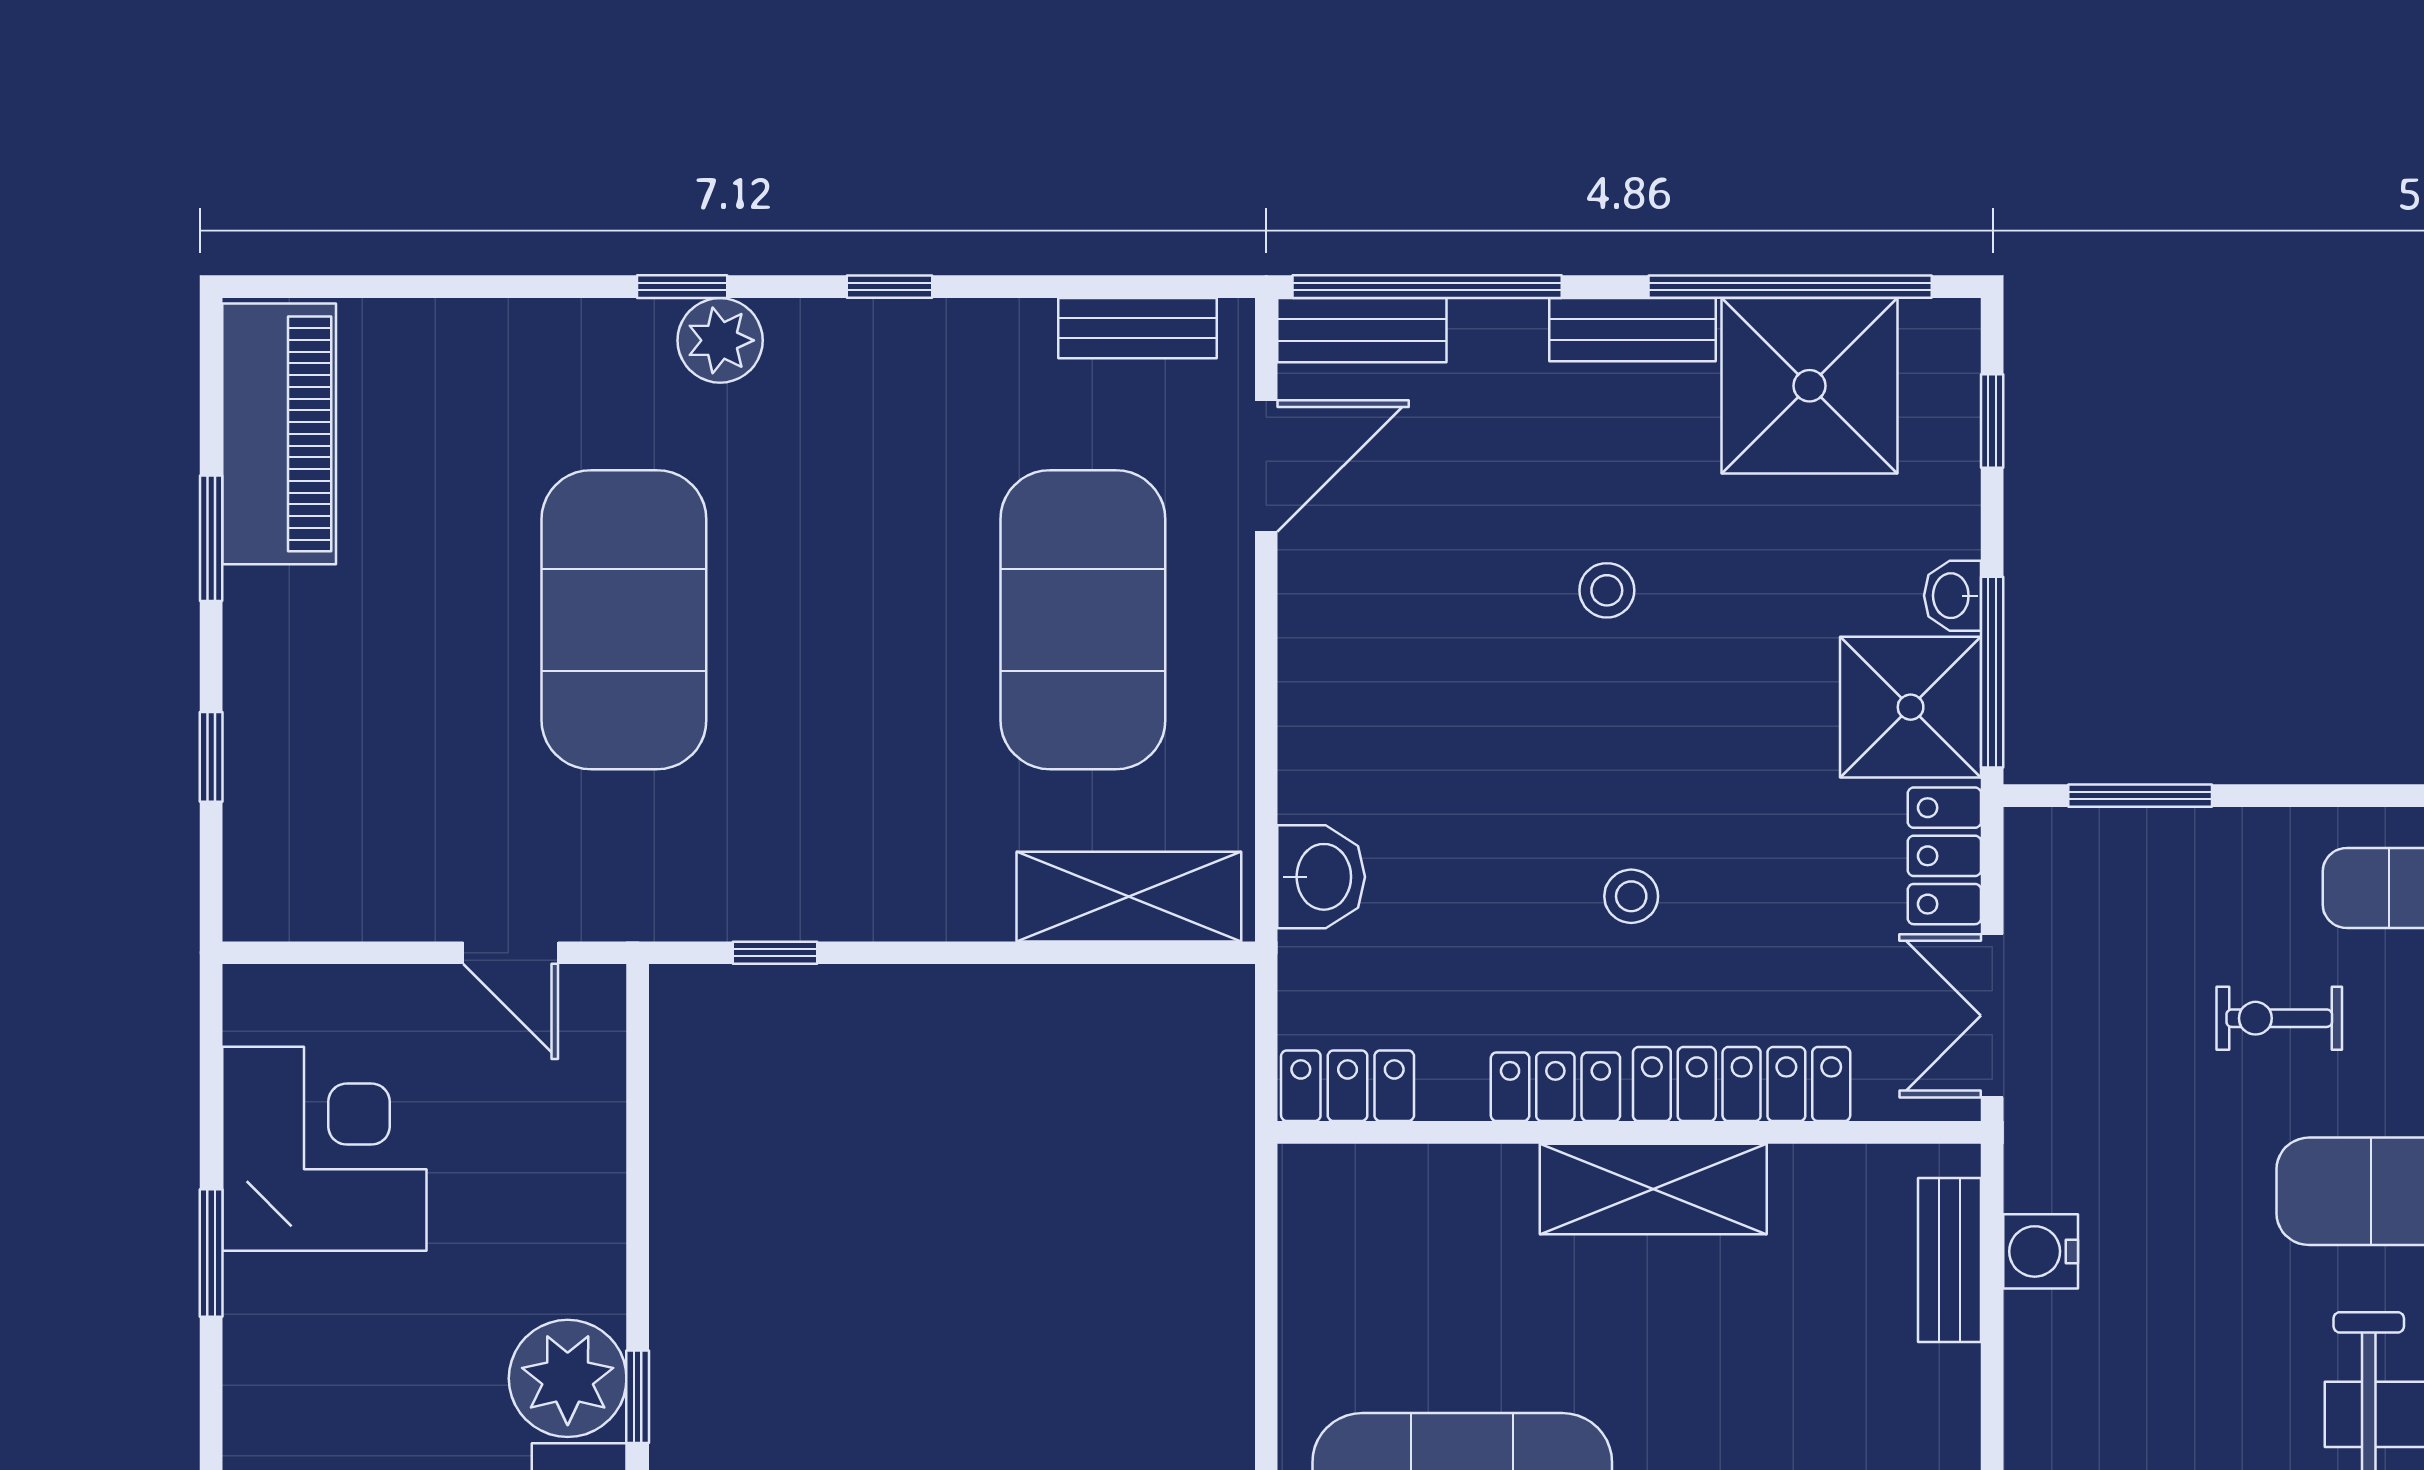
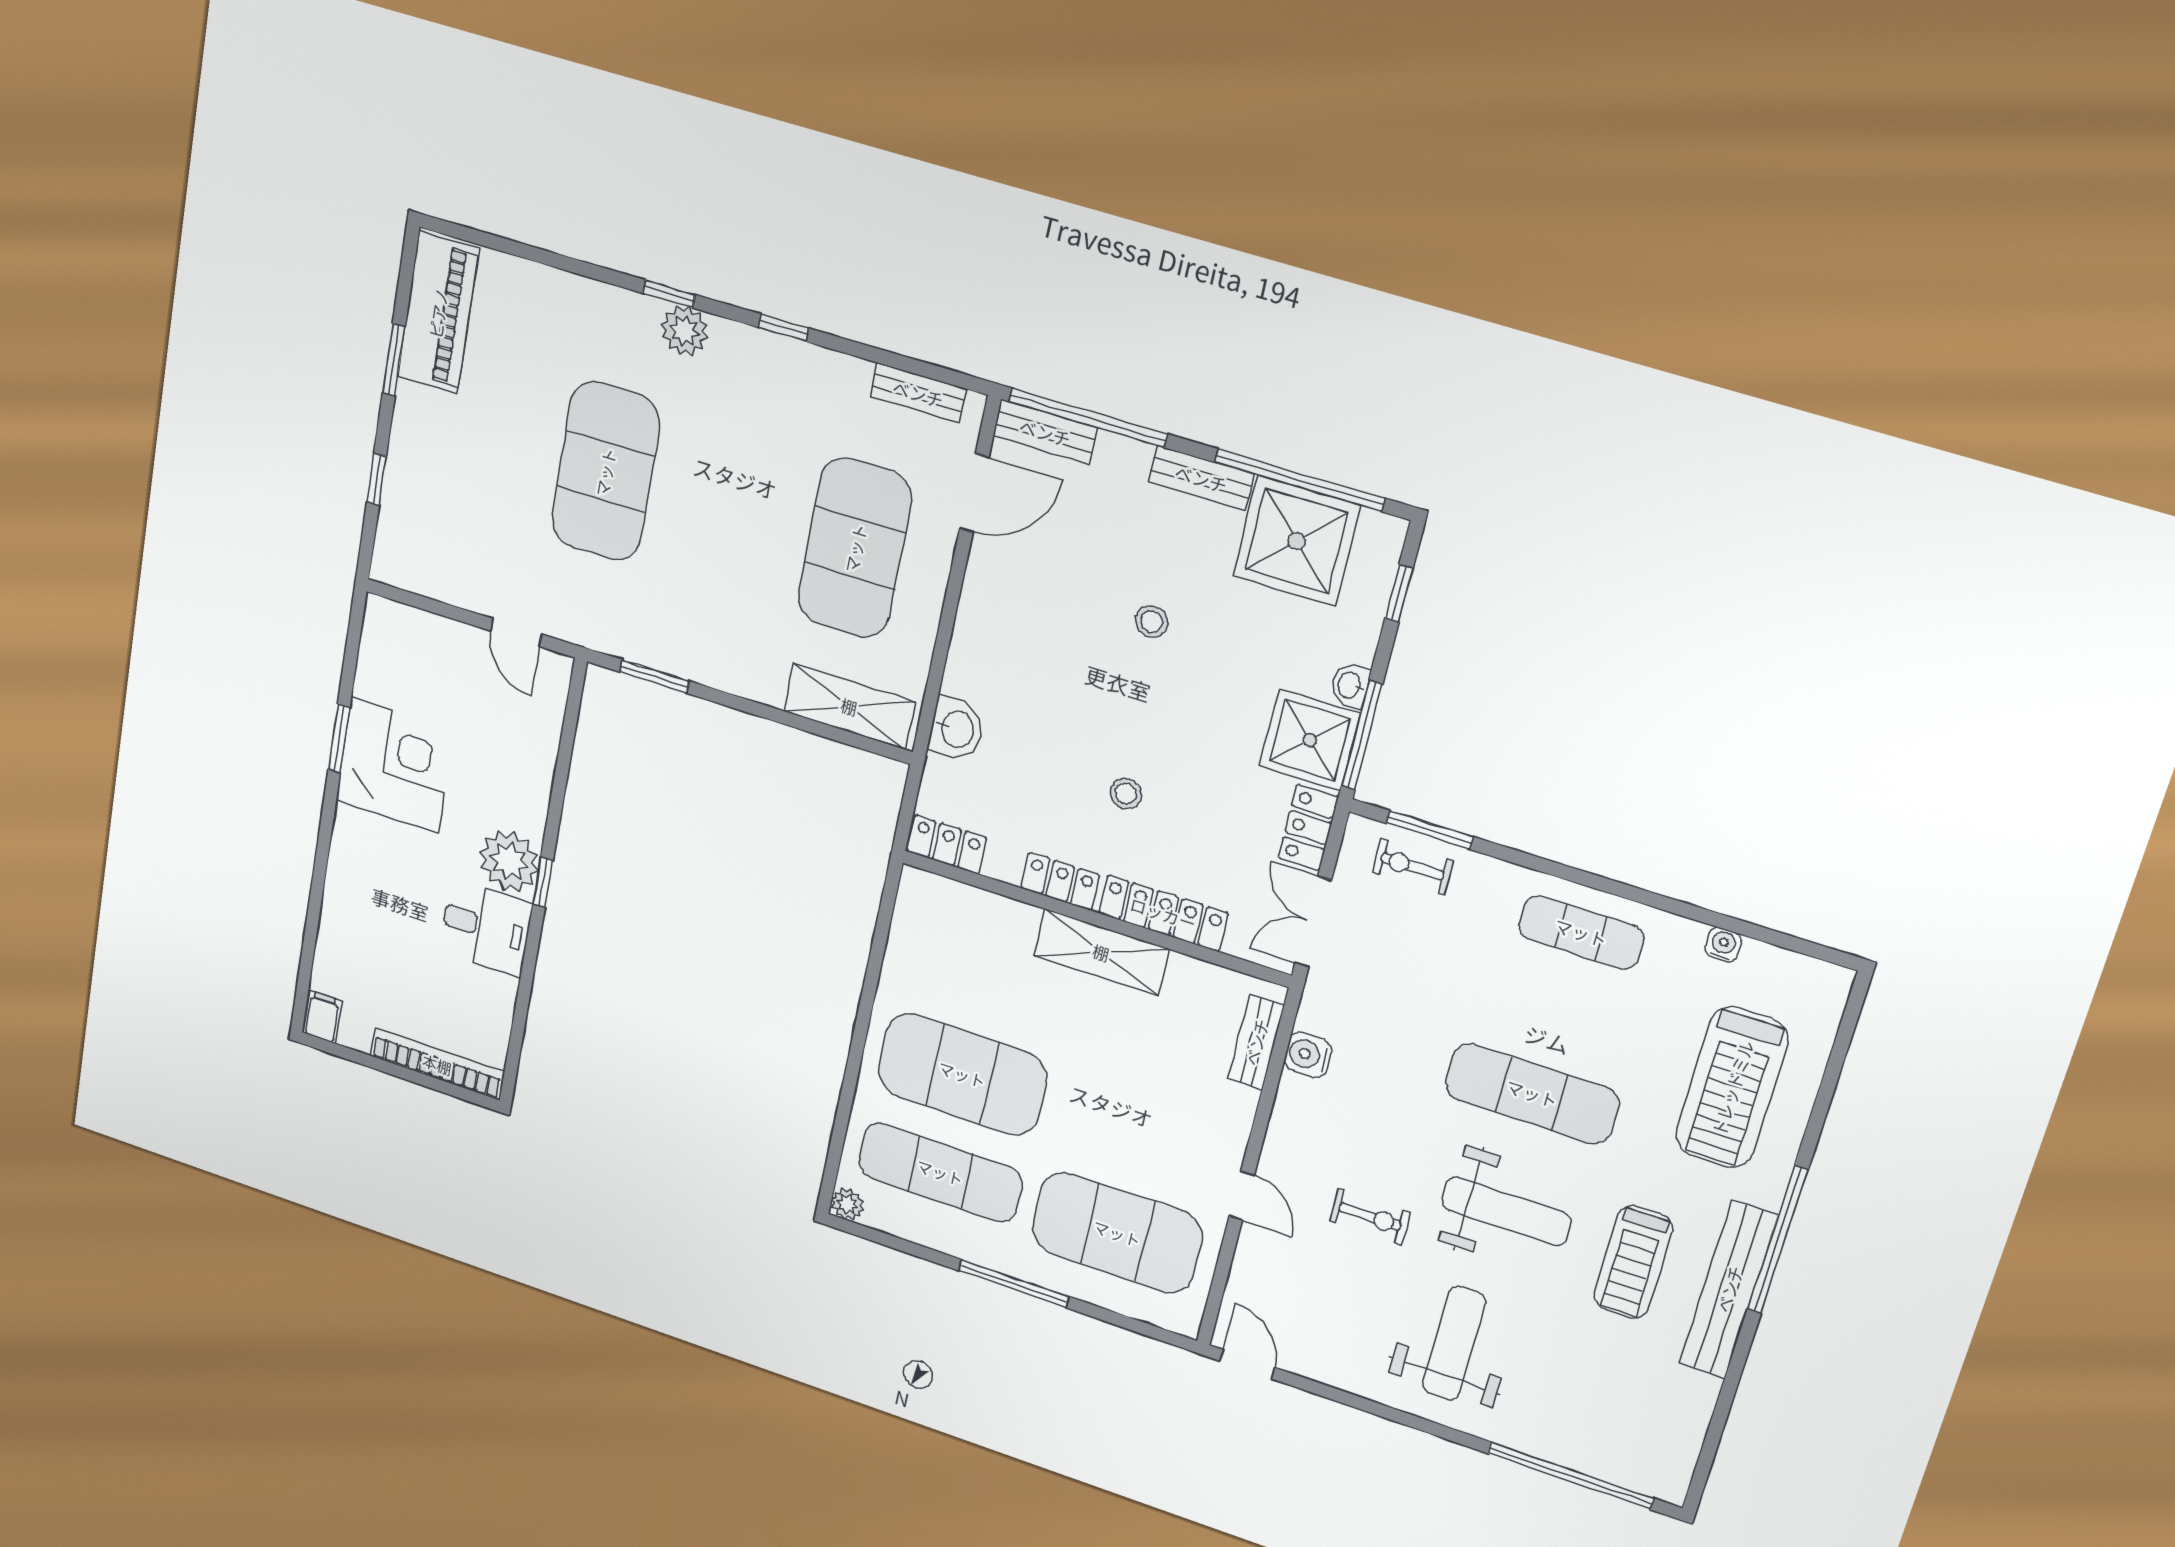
window: (775, 953) -> (654, 676), width x1.50
exercise bike: (2279, 1018) -> (1413, 867), moved
corner desk: (324, 1149) -> (395, 765), moved

